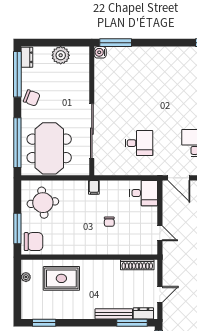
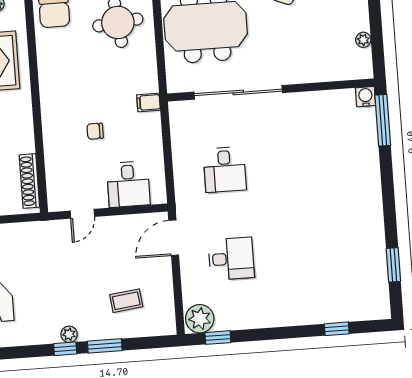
plant: (61, 55) -> (363, 40), width x0.53, depth x0.53
desk: (144, 193) -> (128, 184), moved

